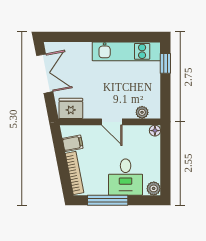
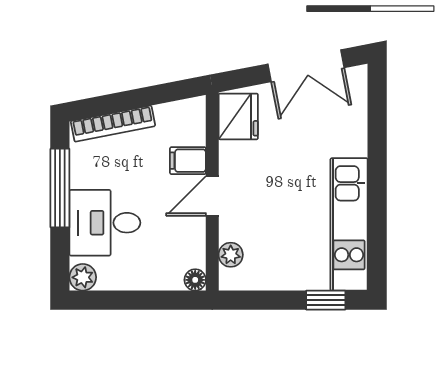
filing cabinet: (73, 143) -> (188, 161), moved, turned 101

